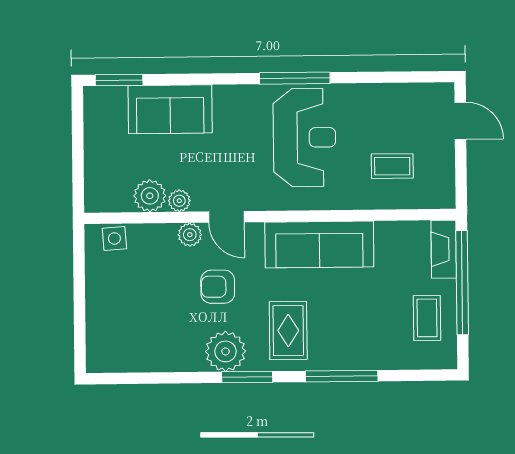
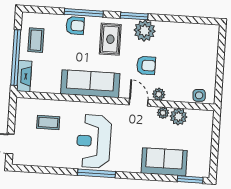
armchair: (356, 351) -> (75, 26), added

